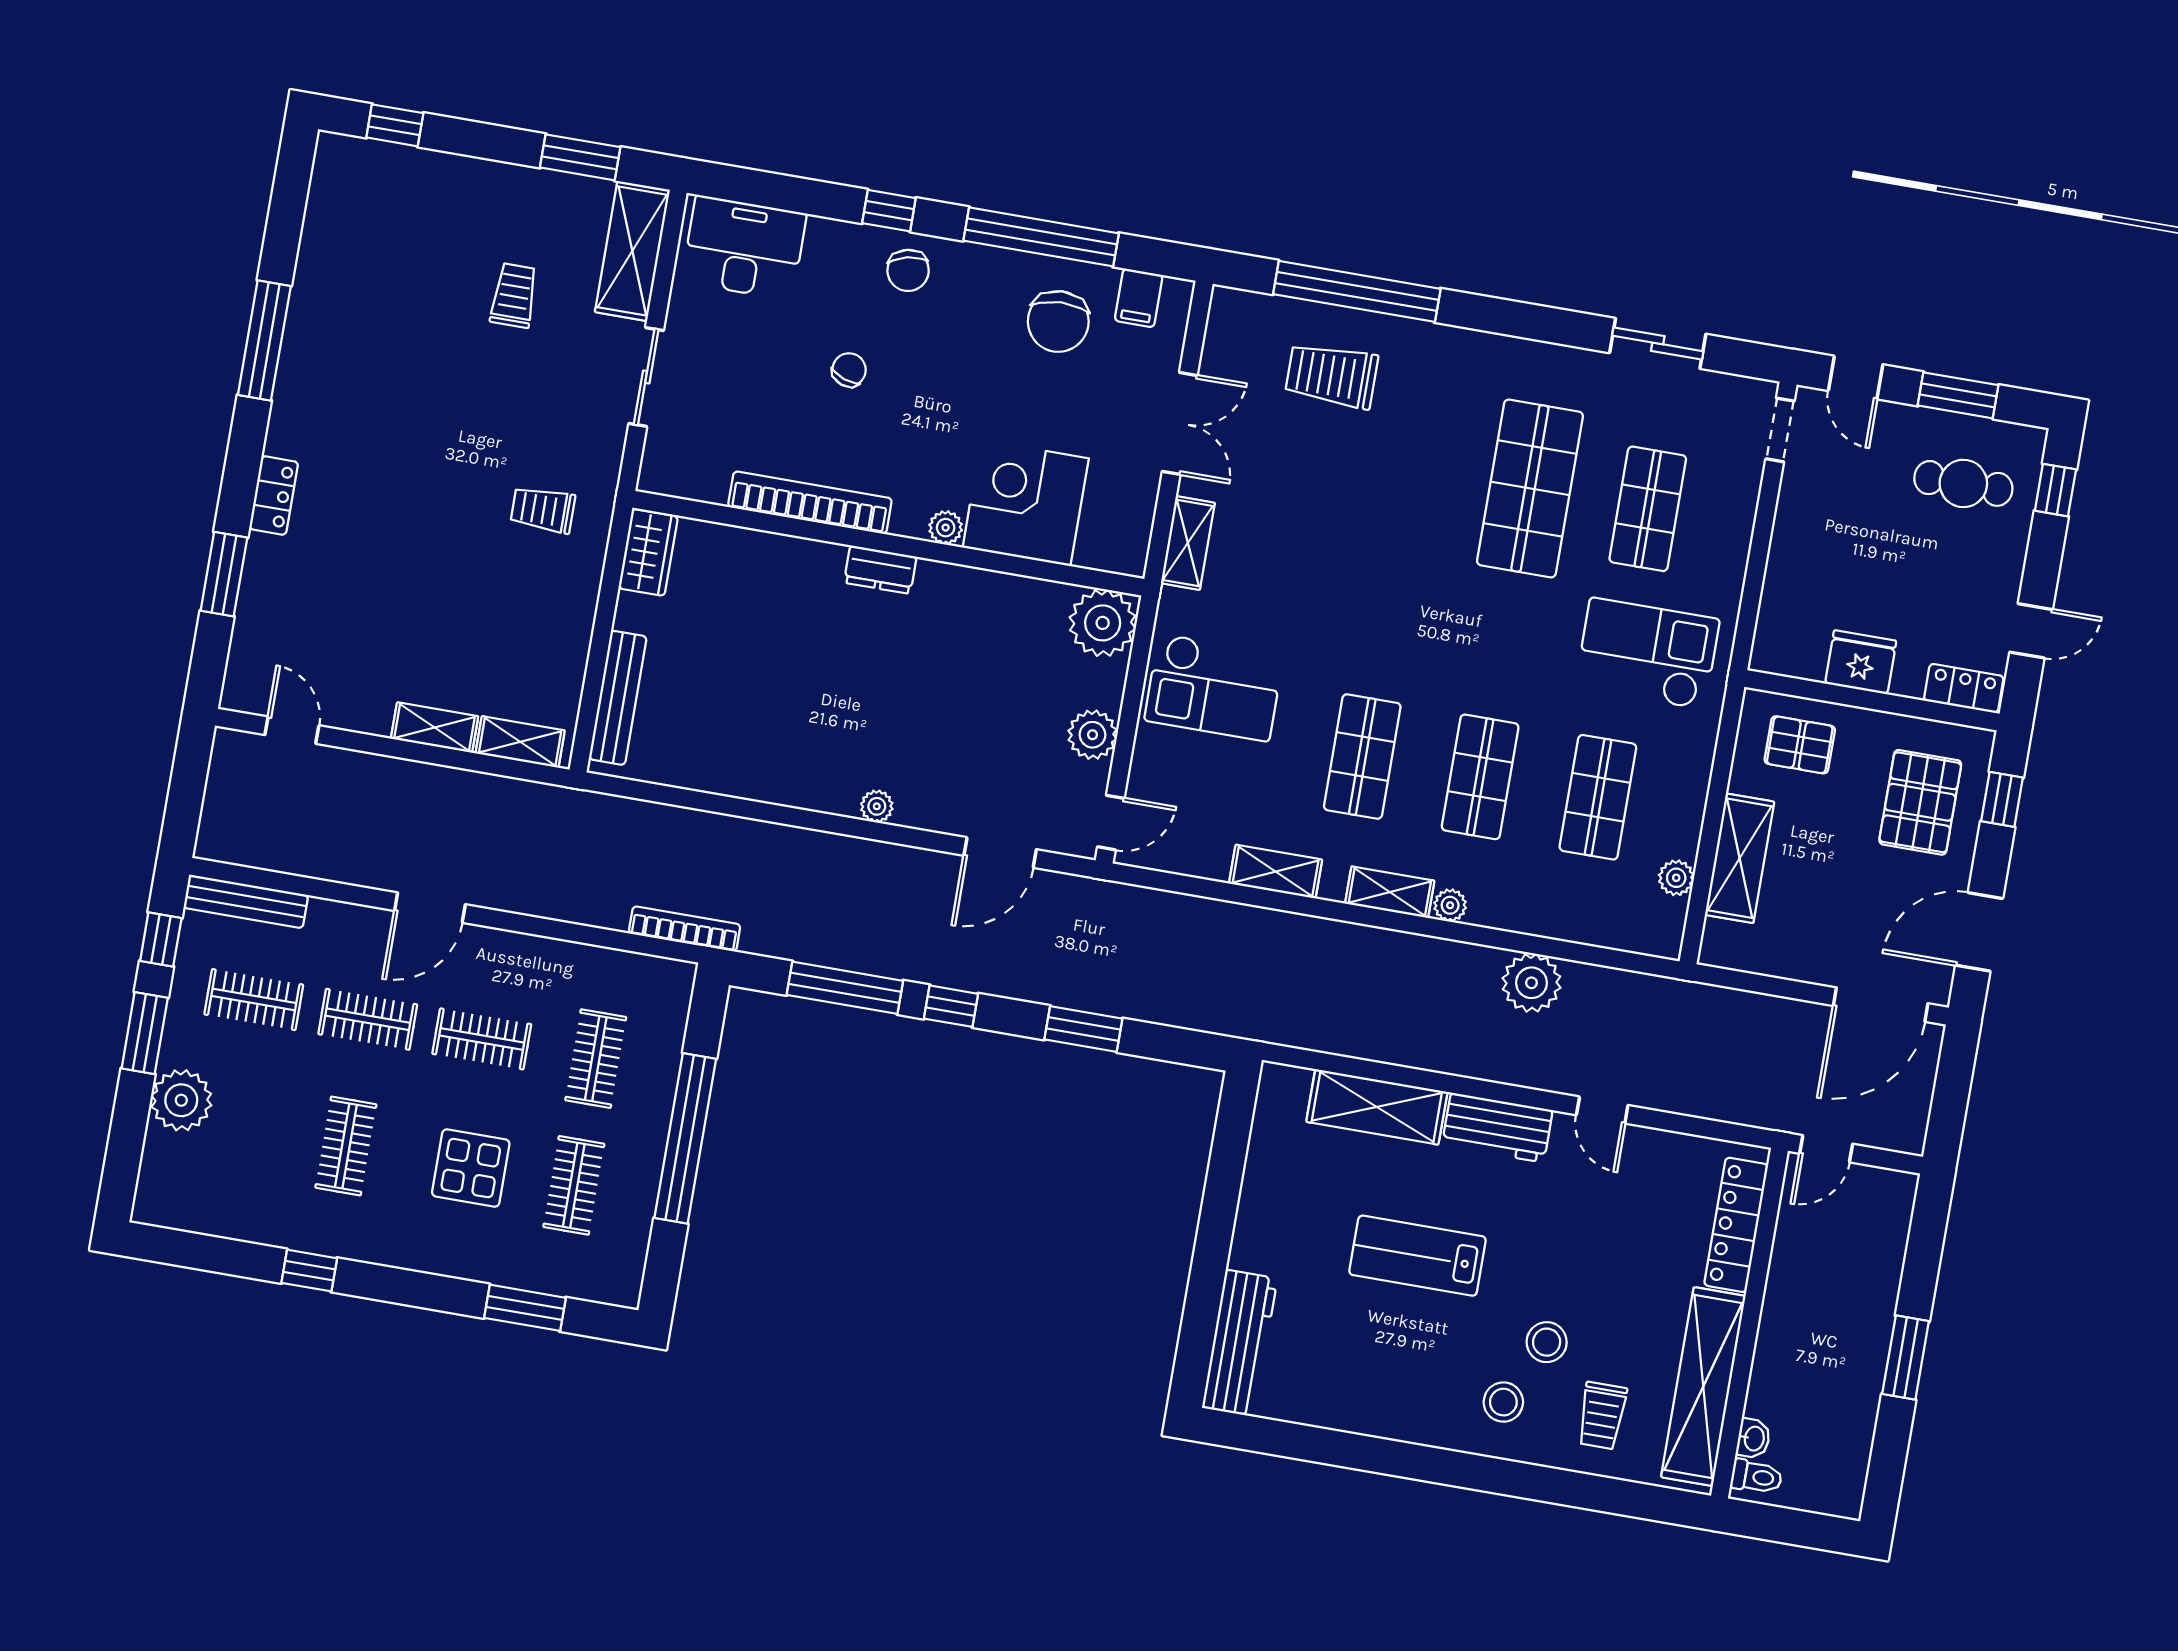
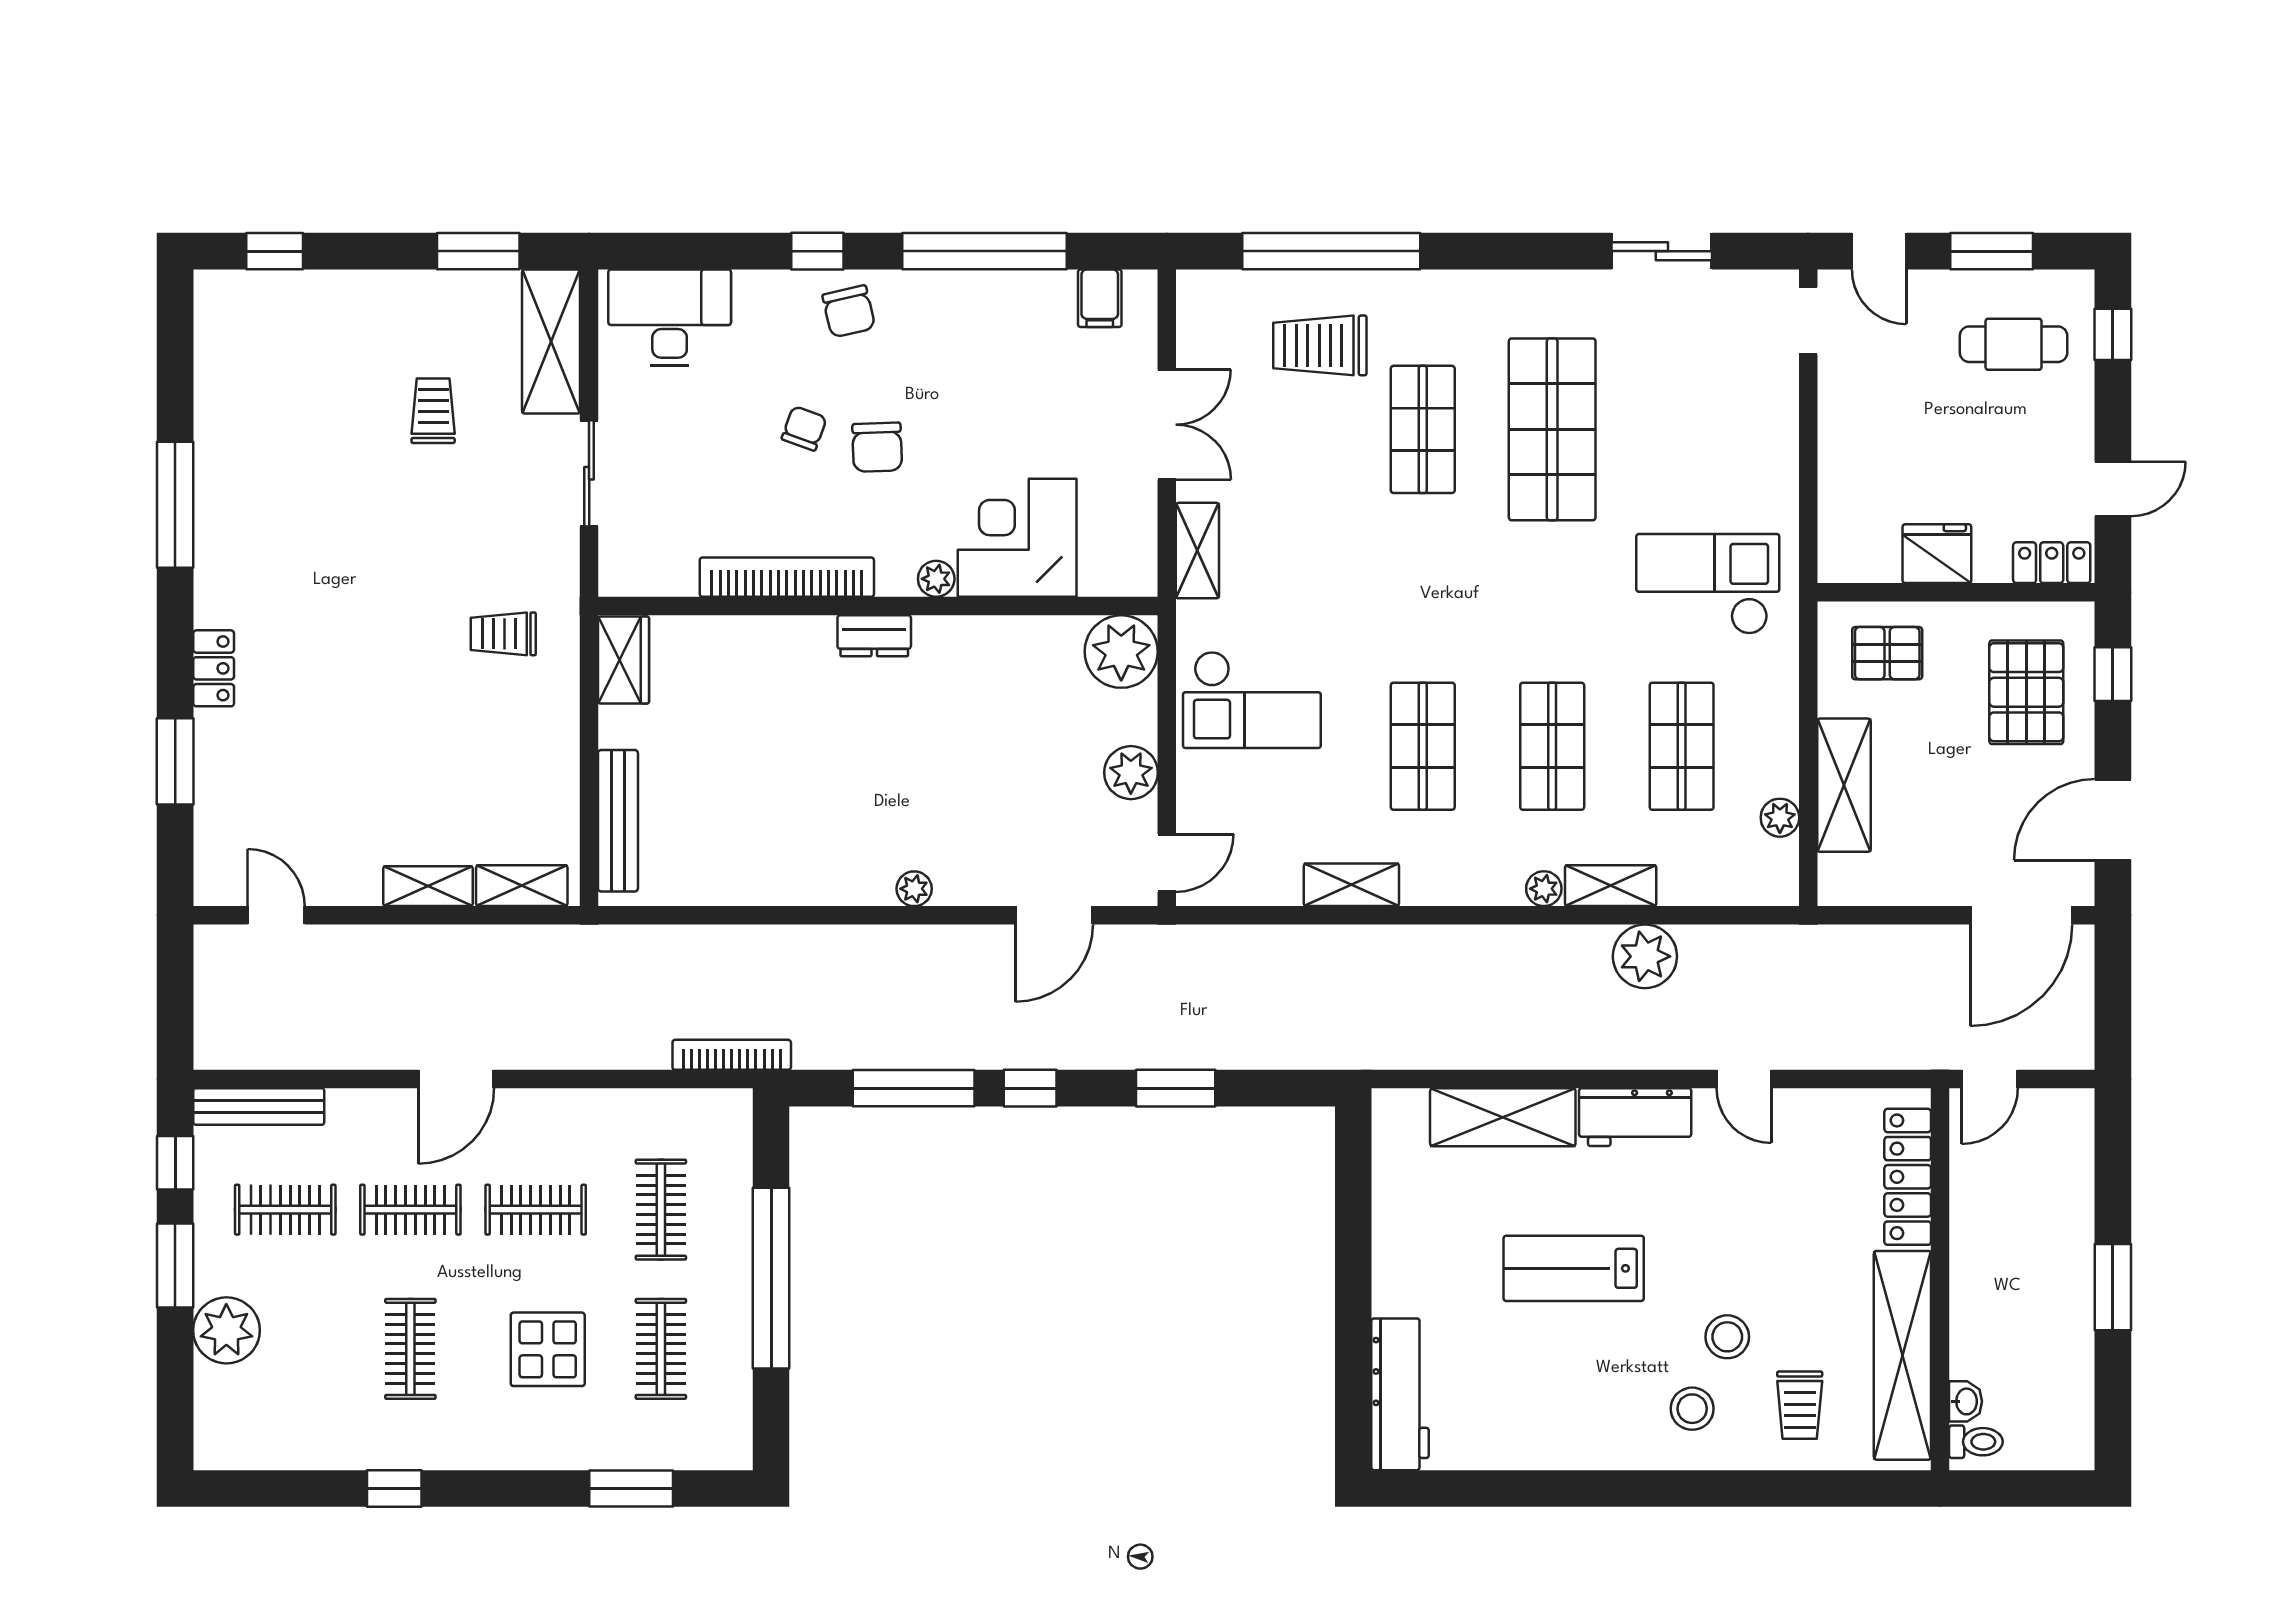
chair: (1058, 321) -> (877, 447), moved, width x0.73, depth x0.73
shop shelf: (1648, 509) -> (1423, 429), moved
shelving: (1390, 892) -> (1611, 886), moved

